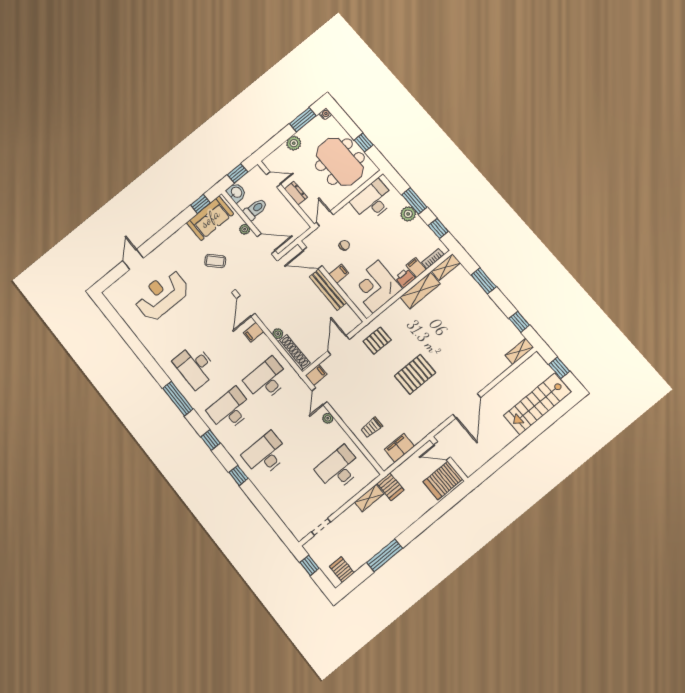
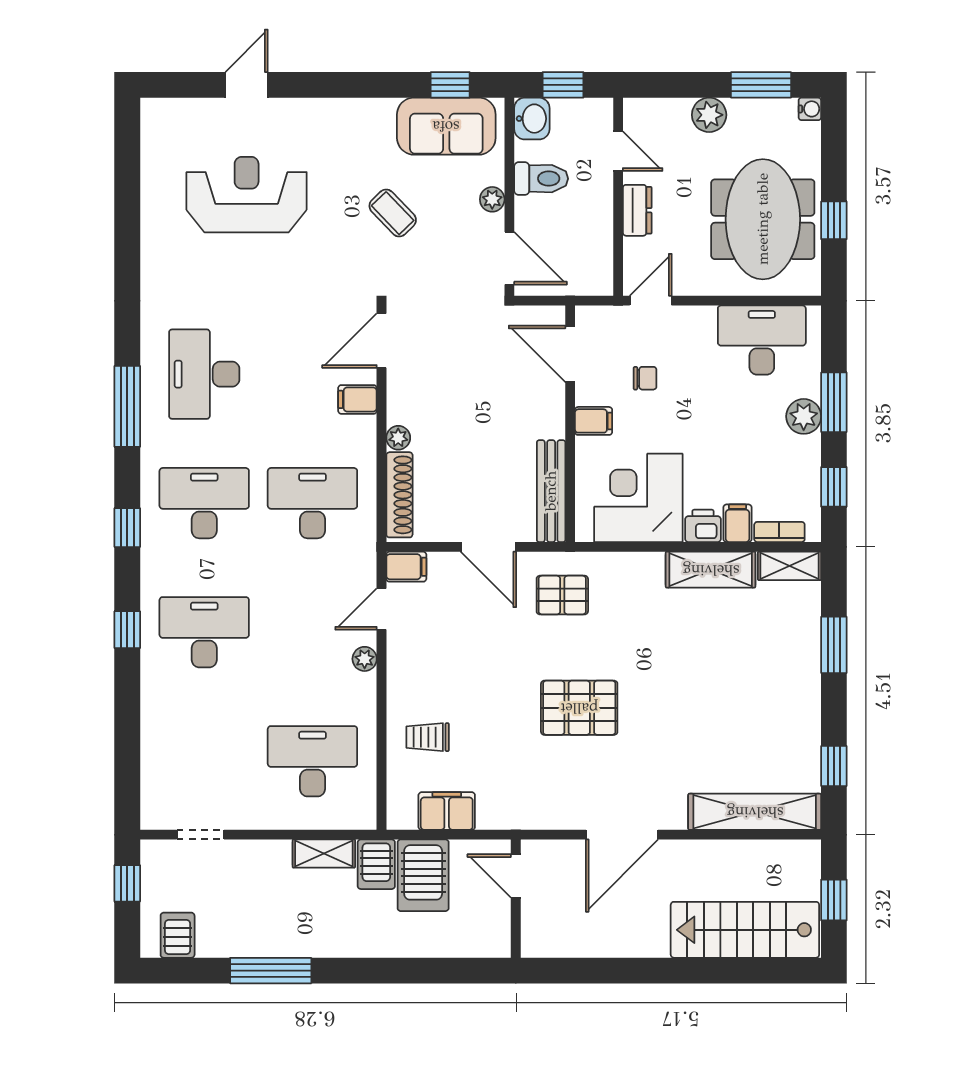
bench: (328, 290) -> (551, 491), moved
door: (339, 345) -> (488, 547), swing flipped
shelving: (519, 351) -> (755, 812), width x2.20, depth x1.33
server rack: (443, 480) -> (423, 875), moved, turned -90

